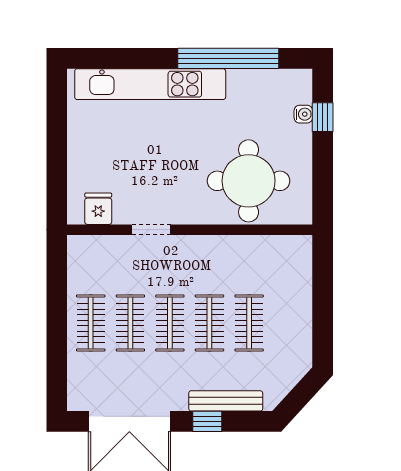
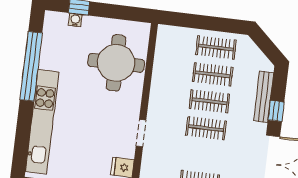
clothes rail: (130, 323) -> (216, 47), moved

